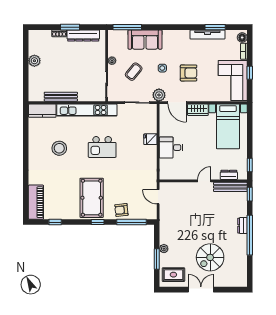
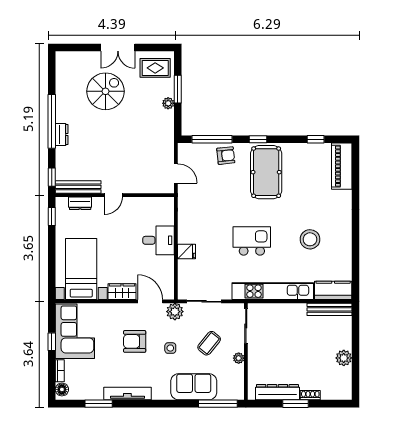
tv unit: (207, 34) -> (127, 394), moved
bench: (61, 97) -> (329, 309), moved

